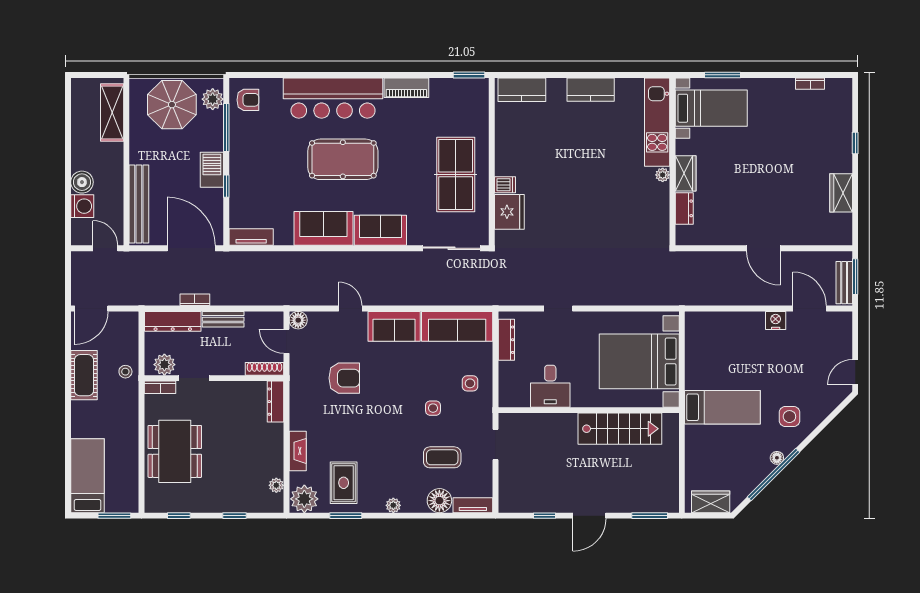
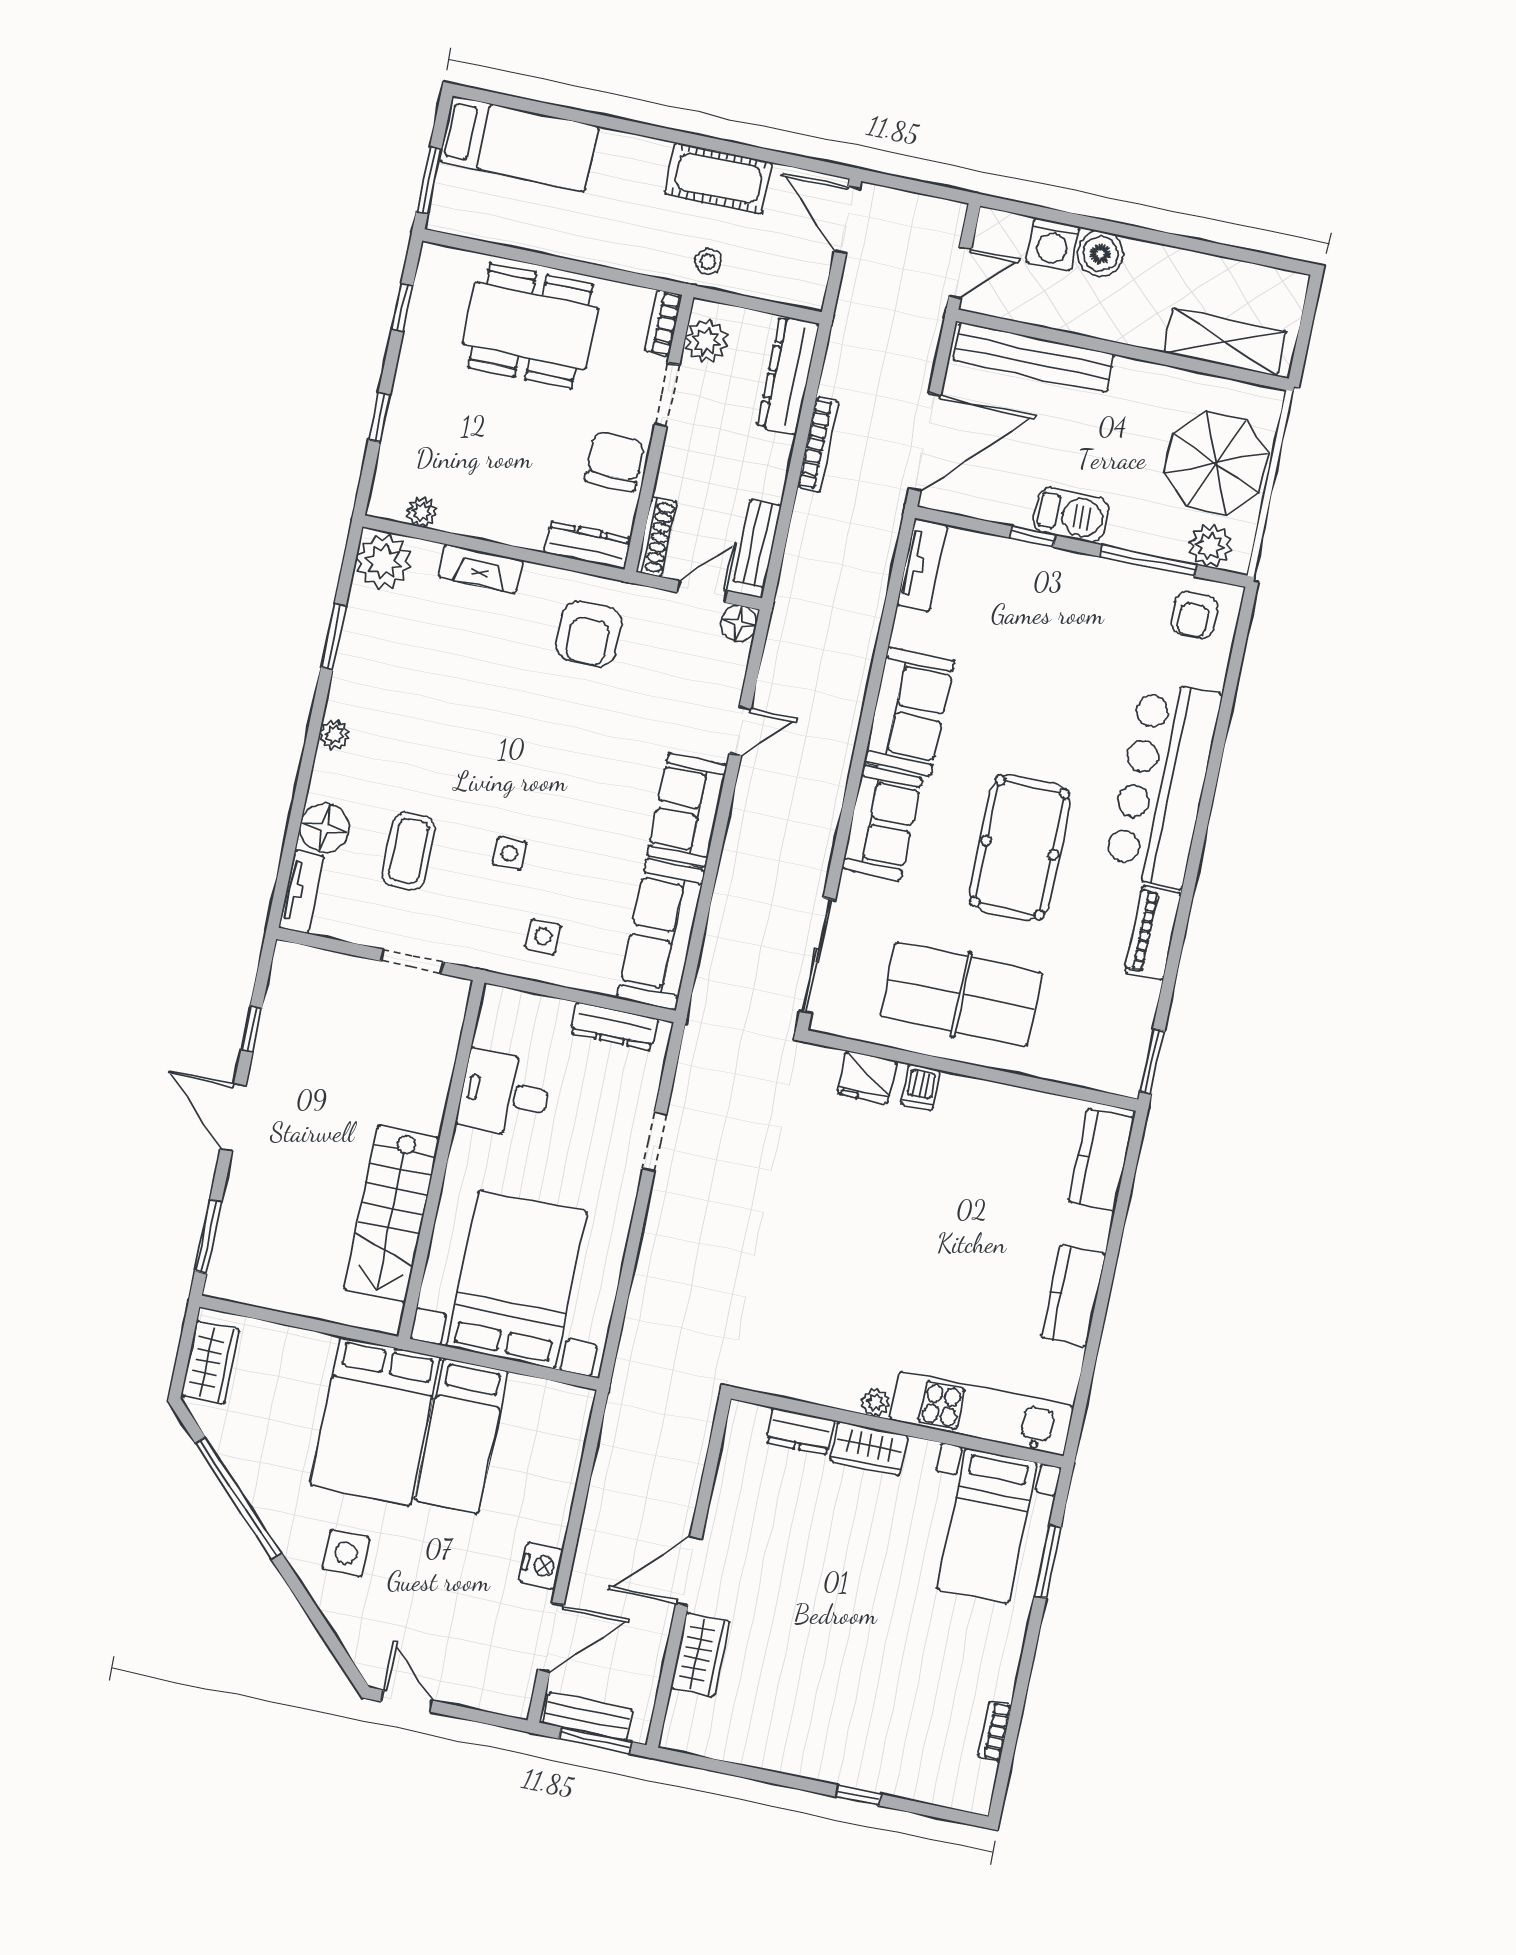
pool table: (343, 159) -> (1020, 848), moved
wardrobe: (841, 193) -> (700, 1655), moved, turned 90
fridge: (509, 212) -> (867, 1077), width x0.73, depth x0.75
bookcase: (195, 300) -> (818, 445), width x1.56
bench: (223, 319) -> (757, 543), moved
bed: (721, 373) -> (461, 1436), added
armchair: (344, 378) -> (589, 634), moved
chair: (232, 397) -> (615, 461), added
bed: (722, 407) -> (375, 1421), width x1.50
floor lamp: (777, 458) -> (270, 1511), removed
rug: (344, 483) -> (399, 646), removed

